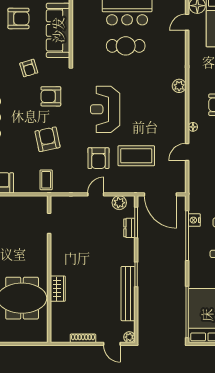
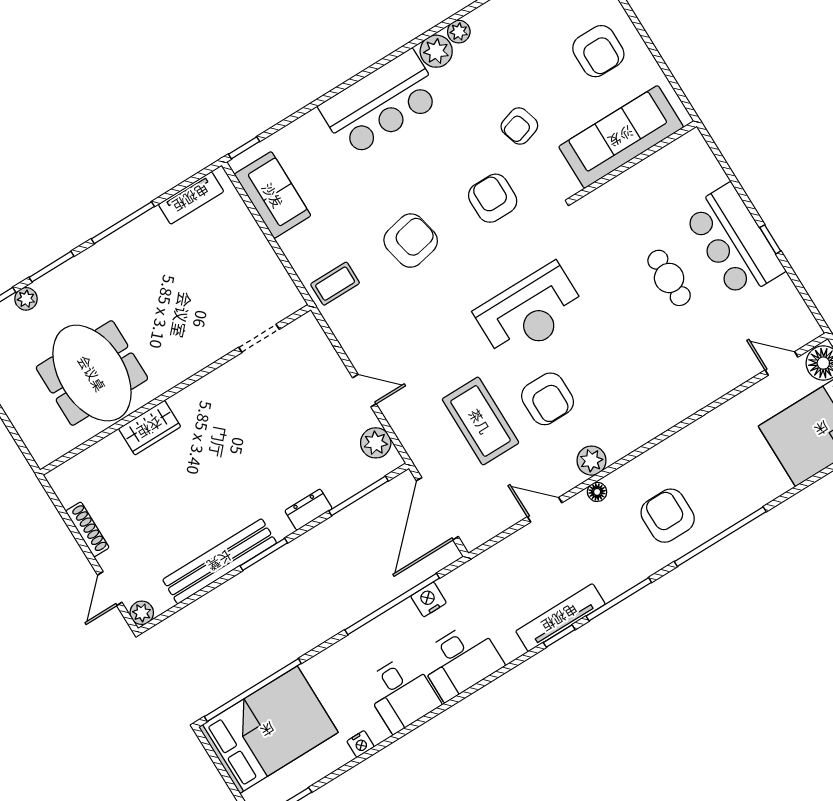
cafe table: (126, 46) -> (669, 278), width x0.73, depth x0.74
plant: (179, 86) -> (591, 461), moved
reception desk: (105, 109) -> (530, 312), turned 180
armchair: (98, 158) -> (548, 399), moved, turned -90
dresser: (129, 228) -> (309, 510), moved

